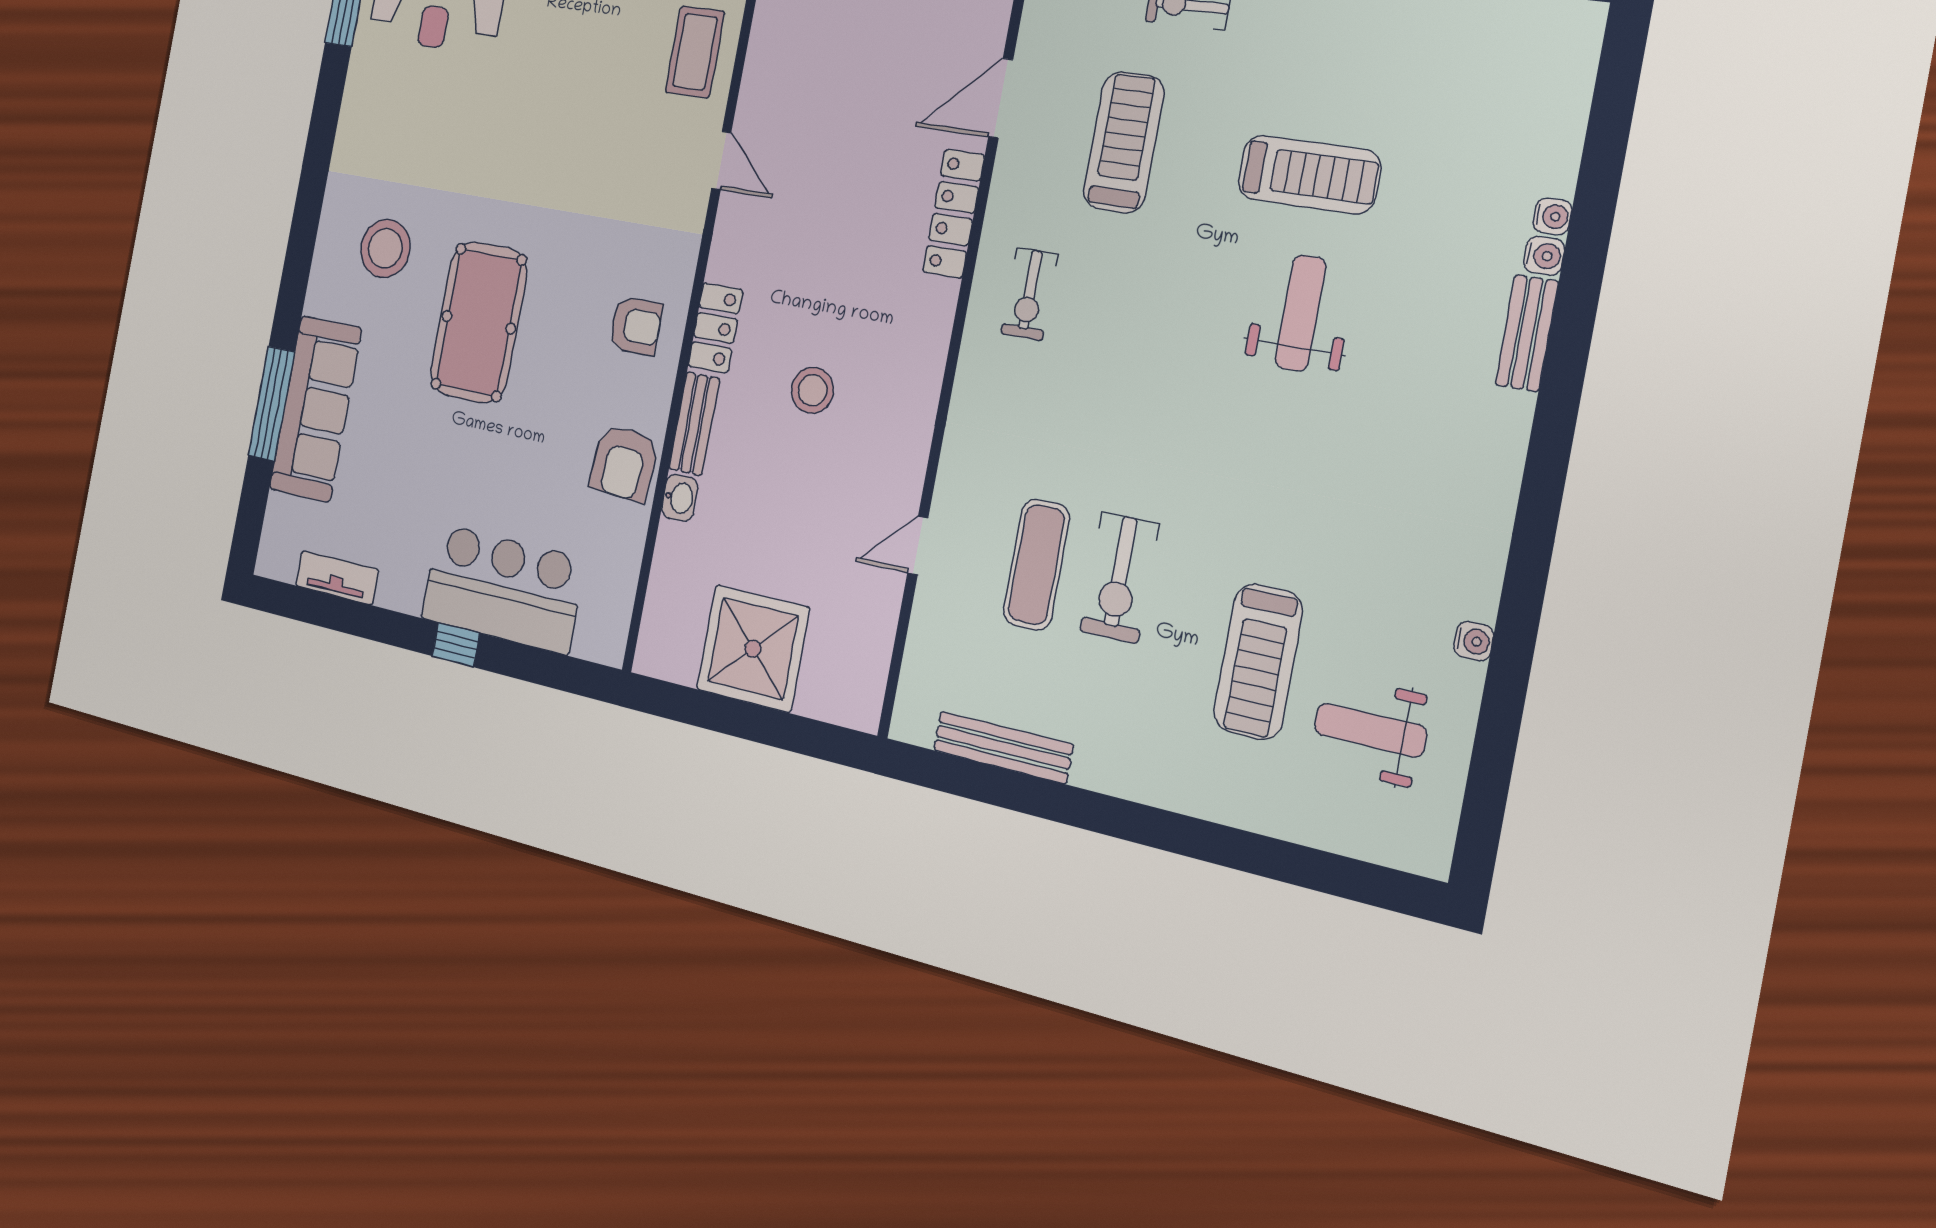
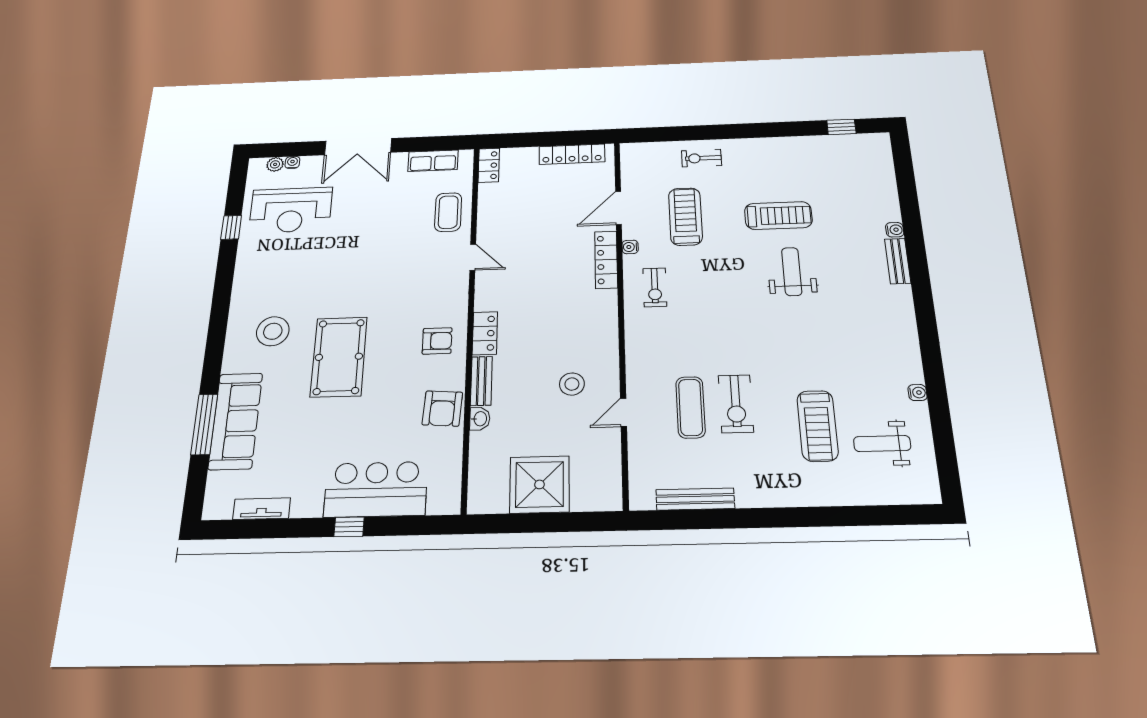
water cooler: (1552, 216) -> (630, 247), moved, turned 180
stool: (812, 390) -> (572, 384), moved

